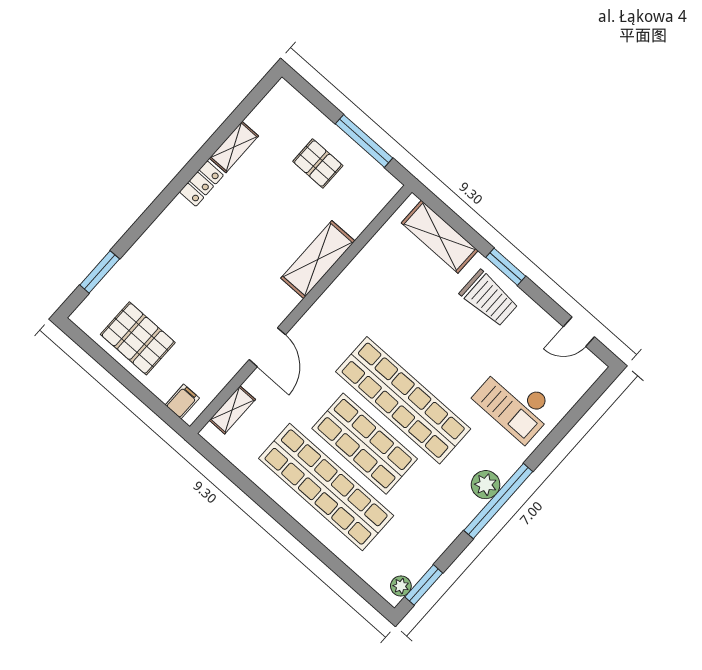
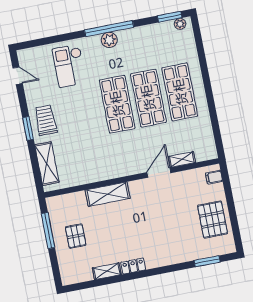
shop shelf: (403, 400) -> (117, 104), width x0.71
checkout: (515, 403) -> (69, 66), turned 180
shelving: (232, 410) -> (182, 159), moved
shop shelf: (326, 487) -> (180, 92), width x0.71

